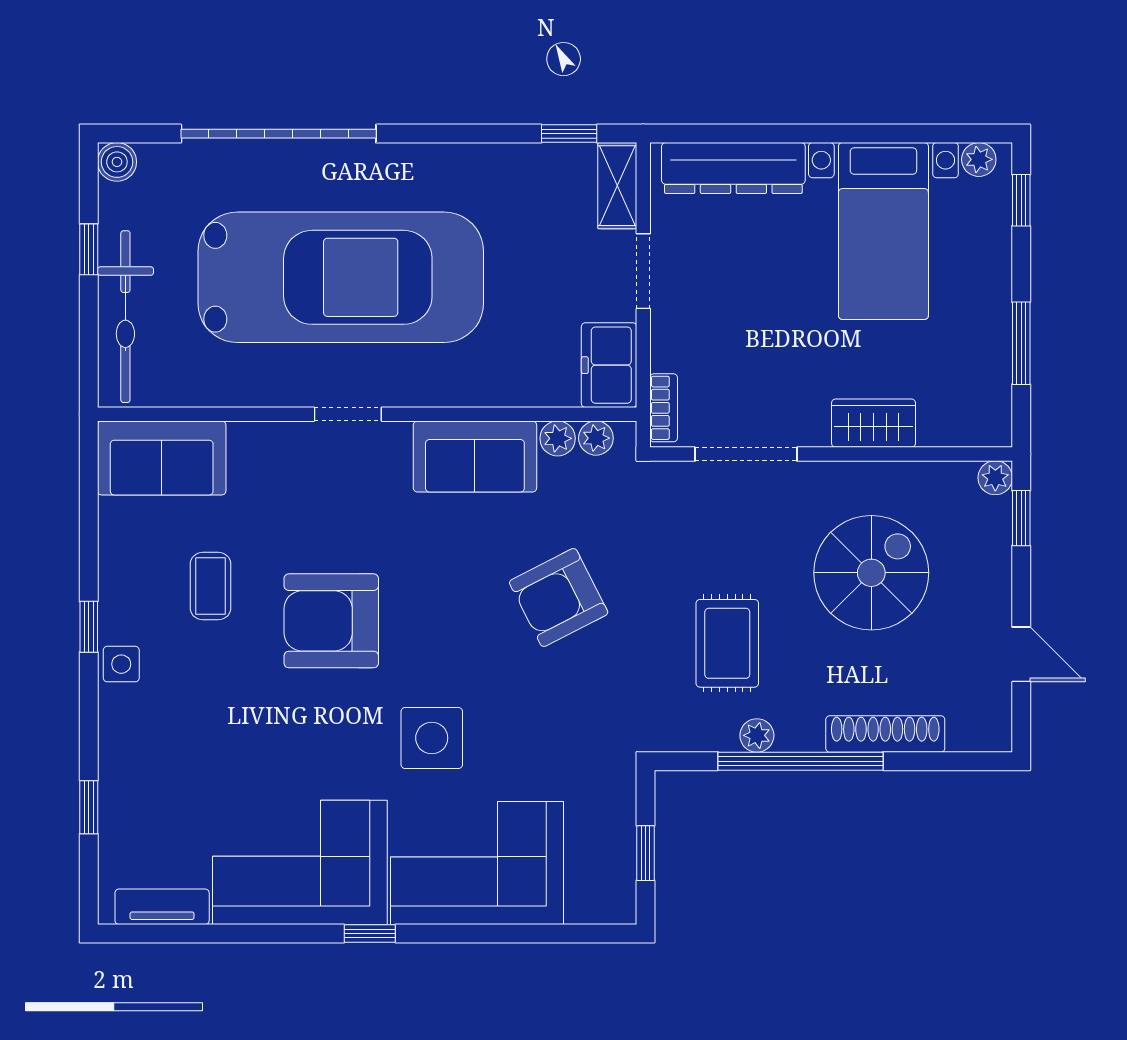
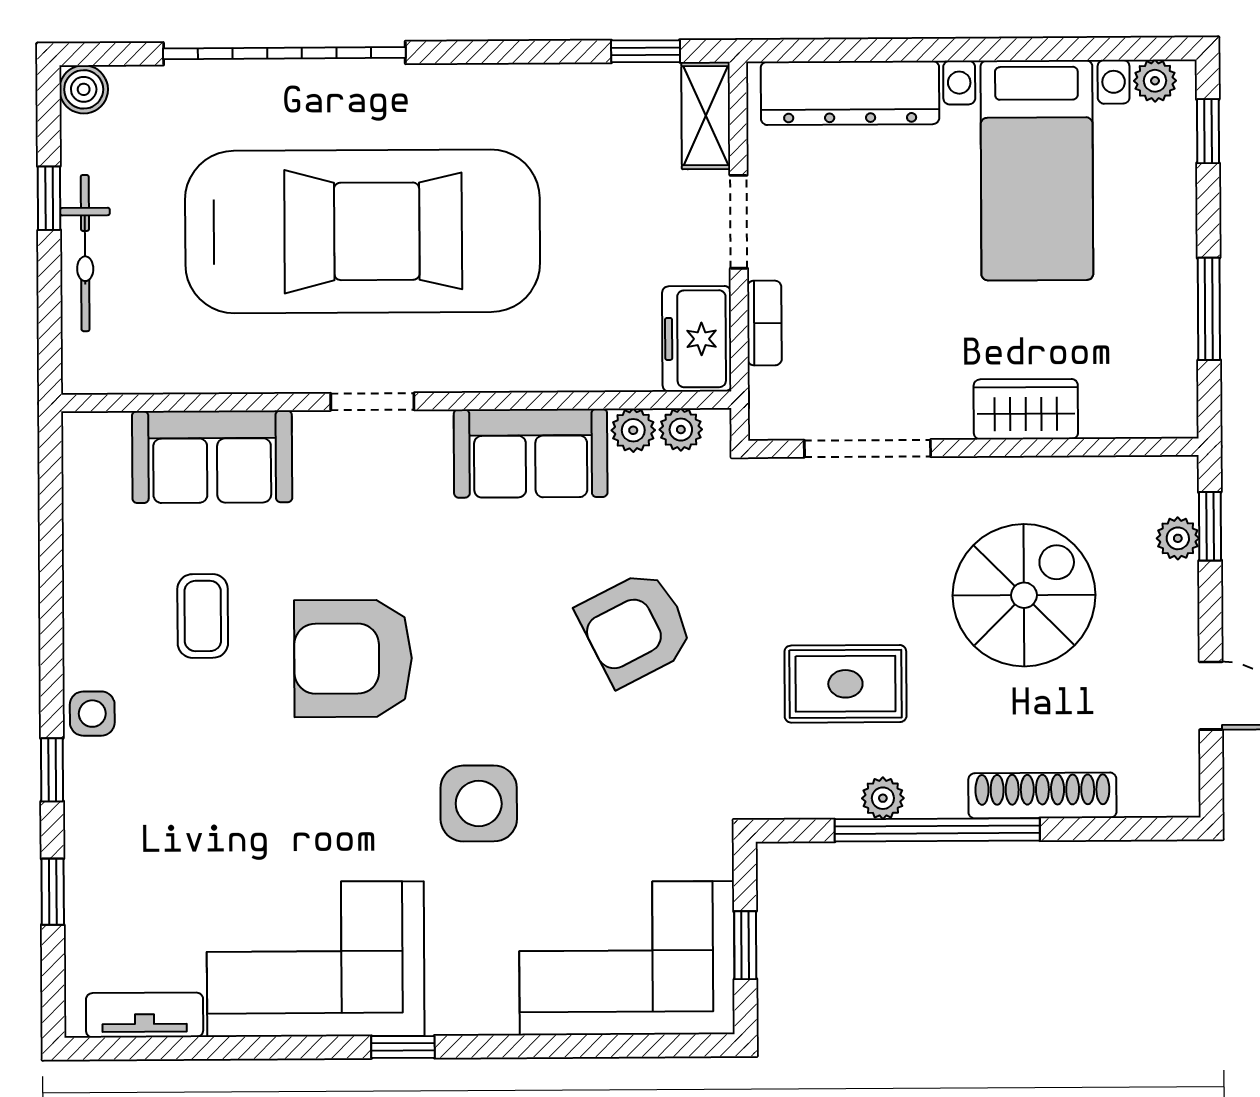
bicycle: (125, 317) -> (85, 253), width x0.73, depth x0.71
bookcase: (664, 408) -> (764, 323), moved
sofa: (162, 458) -> (212, 457), moved
plant: (995, 478) -> (1178, 538), moved
window: (89, 627) -> (52, 770), moved
rug: (727, 643) -> (845, 684), turned 90
corner sofa: (477, 863) -> (627, 958), moved

